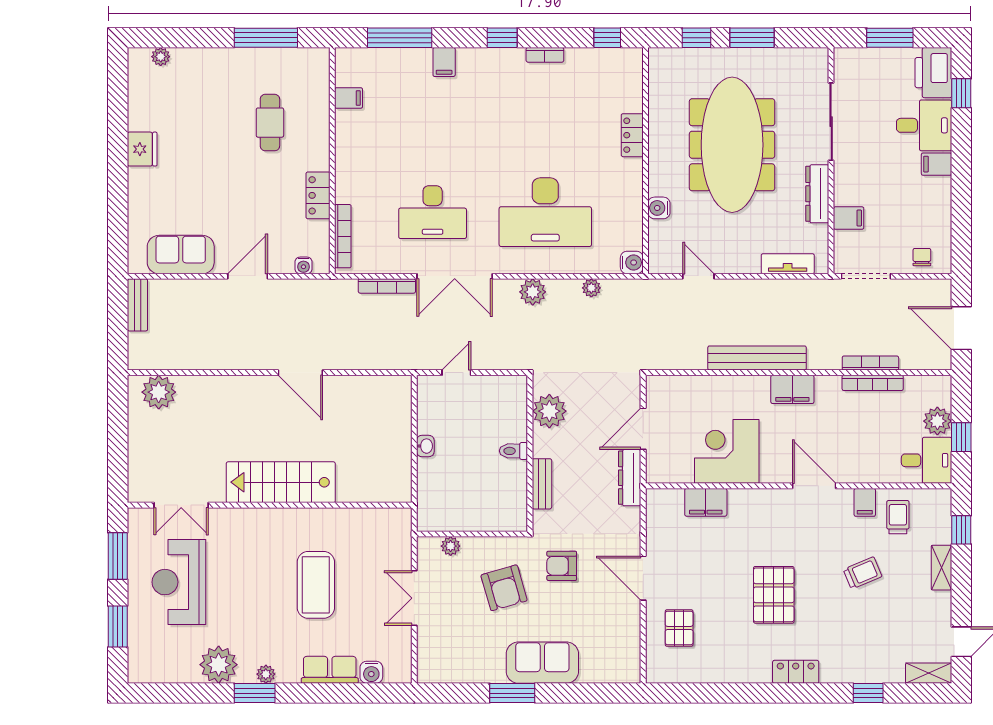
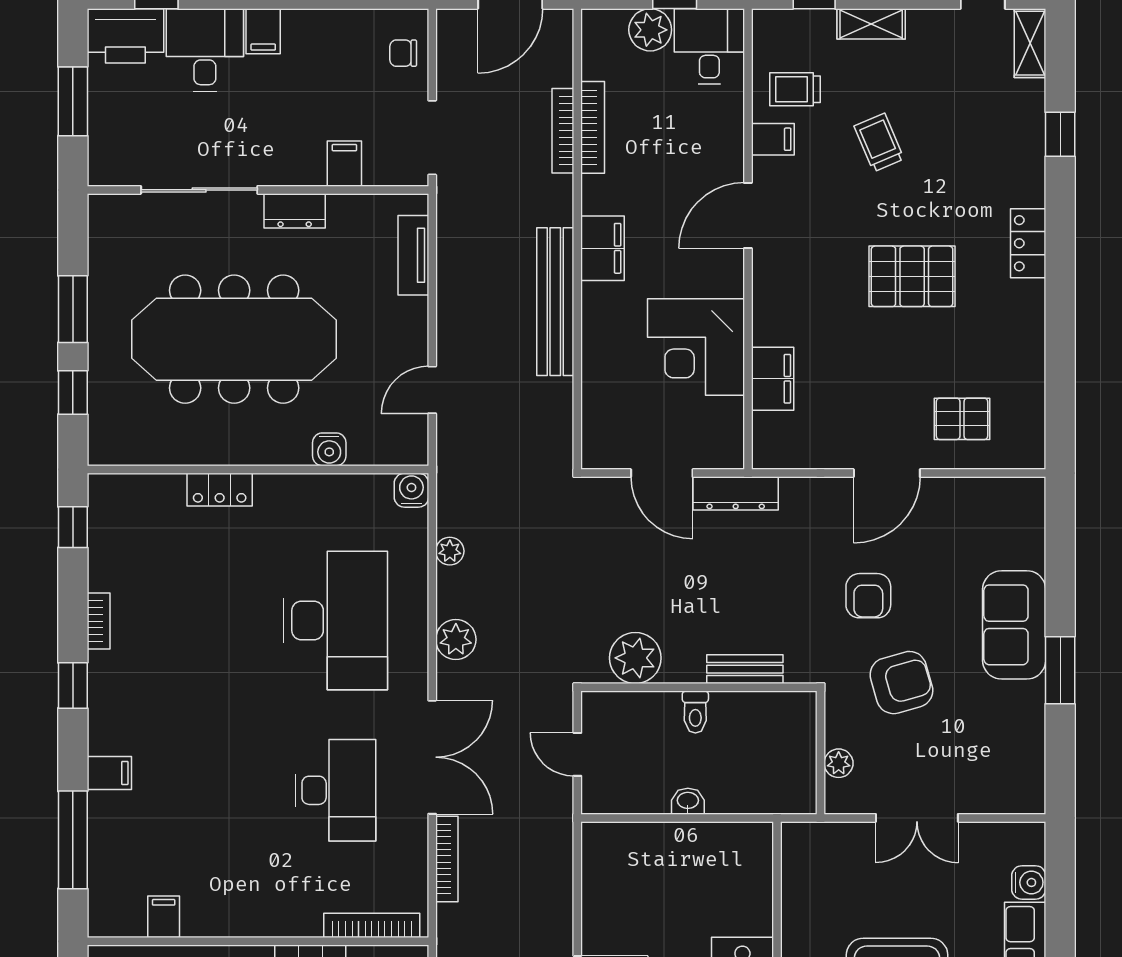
dresser: (817, 194) -> (295, 211), width x0.70
plant: (549, 411) -> (635, 658), moved
toilet: (513, 451) -> (695, 712), moved
wall: (530, 453) -> (699, 687), moved
bench: (542, 484) -> (745, 669), moved

